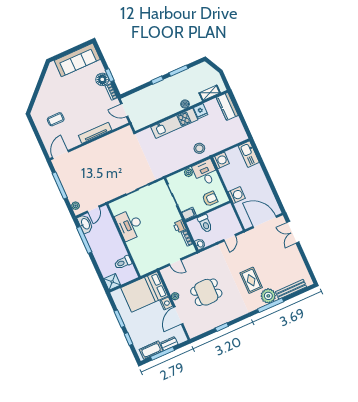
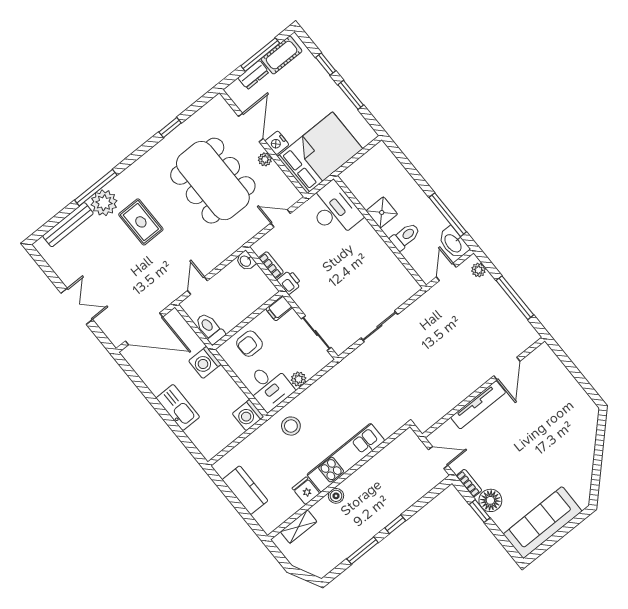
kitchen counter: (227, 106) -> (245, 490), moved
coffee table: (56, 119) -> (552, 410), removed
kitchen sink: (249, 154) -> (178, 407), moved
door: (60, 155) -> (507, 368), moved
toilet: (205, 224) -> (210, 328), moved
desk: (130, 225) -> (334, 210), moved
double door: (293, 232) -> (77, 306), moved
toilet: (123, 262) -> (405, 236), moved
shower: (112, 282) -> (382, 212), moved
dining table: (206, 292) -> (213, 181), width x1.88, depth x1.24

